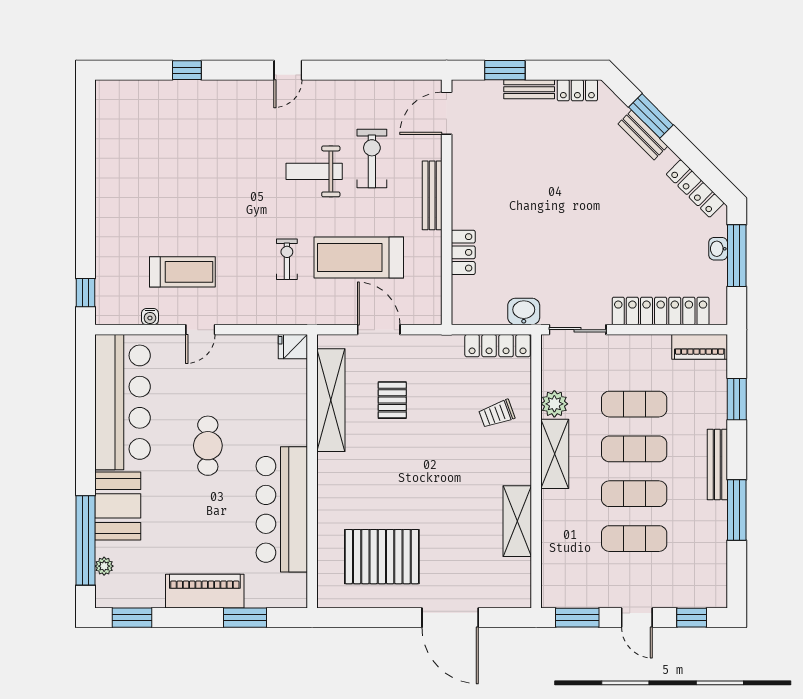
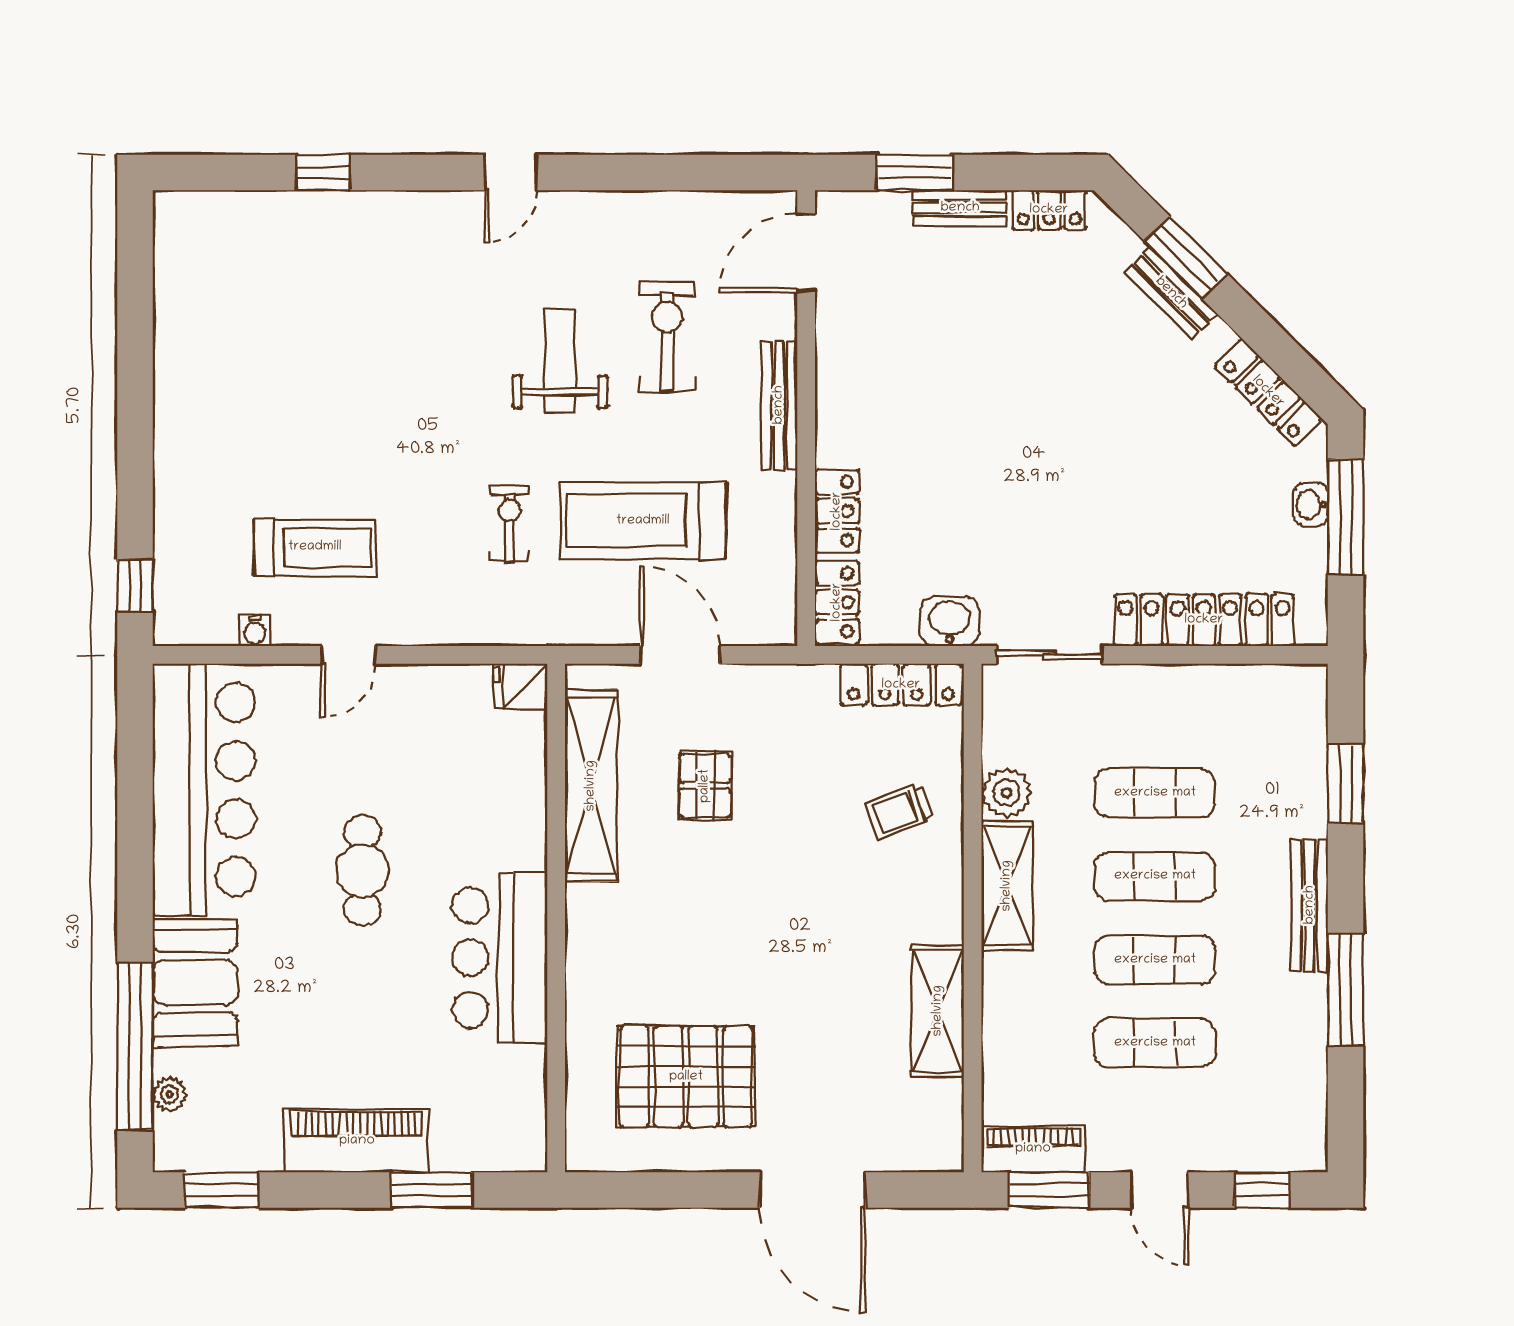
weight bench: (314, 171) -> (560, 361), turned 90
locker: (463, 301) -> (837, 602), added
piano: (700, 347) -> (1033, 1149), moved, turned 180
bar counter: (282, 509) -> (500, 958), width x0.73

